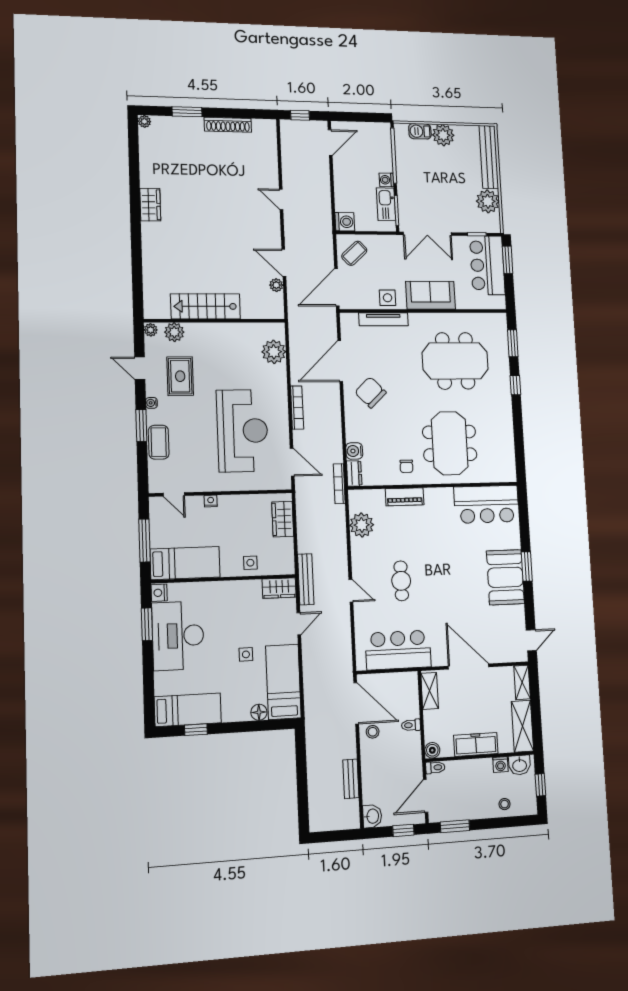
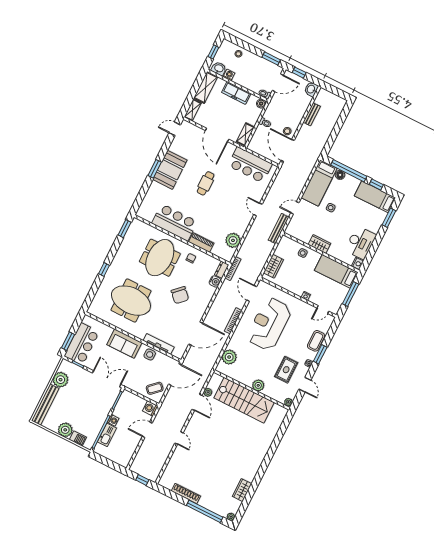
window: (187, 112) -> (205, 511), width x2.11
door: (330, 143) -> (147, 430), moved
kitchen sink: (386, 204) -> (107, 435), moved
wardrobe: (150, 205) -> (242, 490), moved
stairs: (205, 306) -> (244, 400), width x1.36, depth x1.51
plant: (174, 332) -> (258, 385), moved
window: (513, 343) -> (125, 229), moved
chair: (371, 392) -> (180, 295), moved
door: (174, 494) -> (323, 310), swing flipped
bar counter: (487, 504) -> (175, 222), moved
cafe table: (401, 581) -> (206, 183), moved
wardrobe: (279, 588) -> (319, 244), moved
window: (147, 624) -> (389, 218), moved
desk: (178, 636) -> (360, 243), width x0.73, depth x0.77
window: (249, 726) -> (349, 171), added

